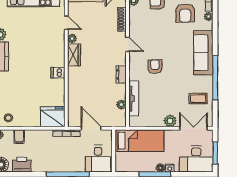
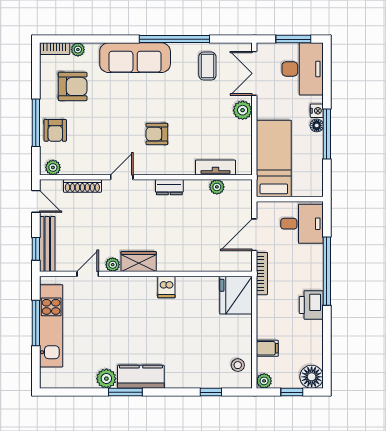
tv unit: (134, 99) -> (215, 168), width x0.71
printer: (22, 164) -> (311, 305), moved

